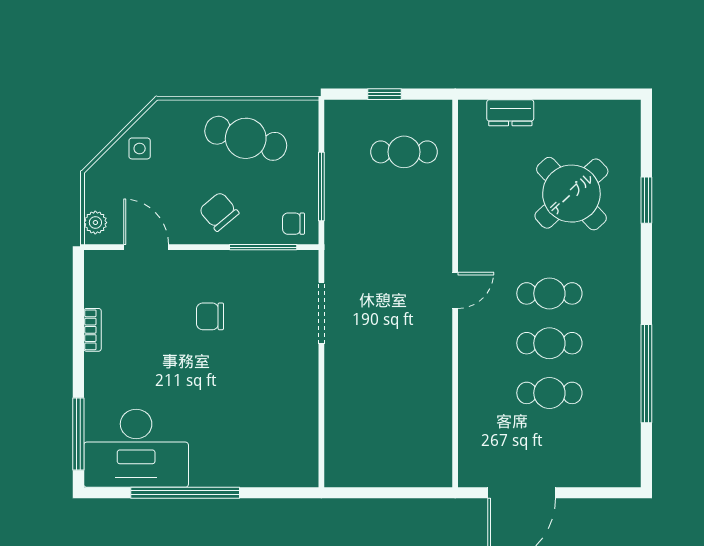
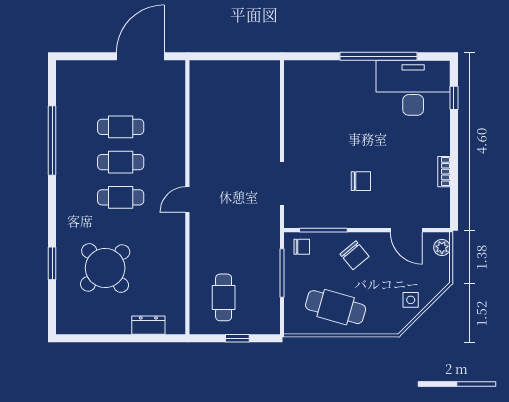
cafe table: (404, 152) -> (224, 297), turned 90
window: (78, 434) -> (454, 98), width x0.46

